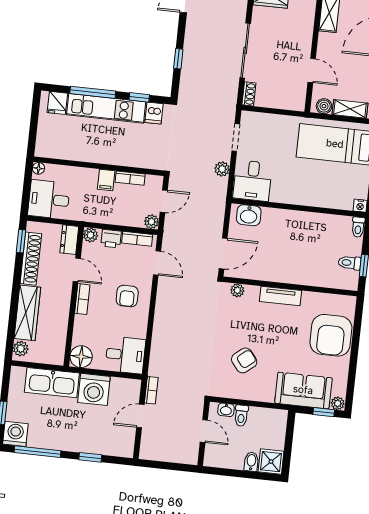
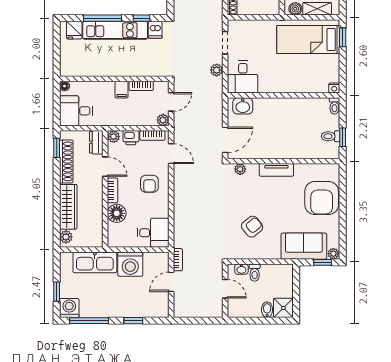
floor lamp: (81, 357) -> (117, 213), moved

